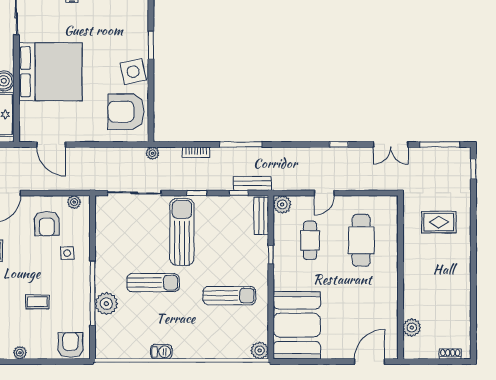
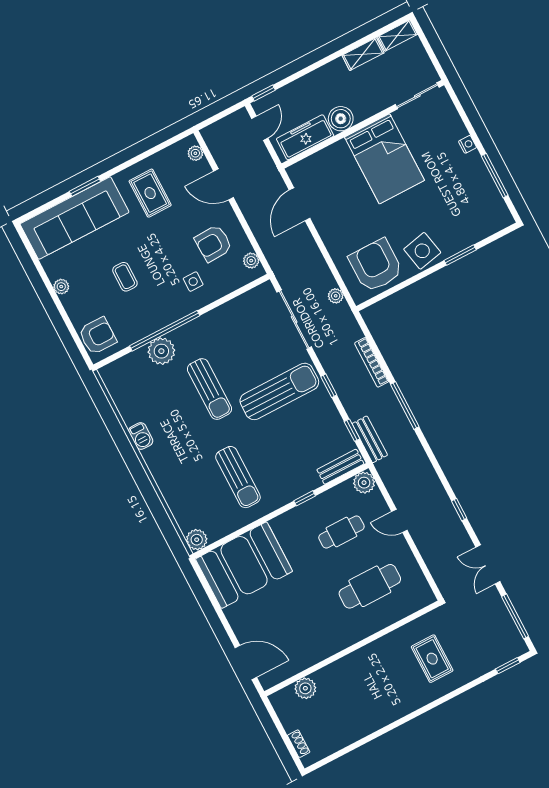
bed: (50, 72) -> (384, 159), width x0.73
bookcase: (196, 152) -> (372, 362), width x1.56
plant: (153, 153) -> (336, 296), moved

